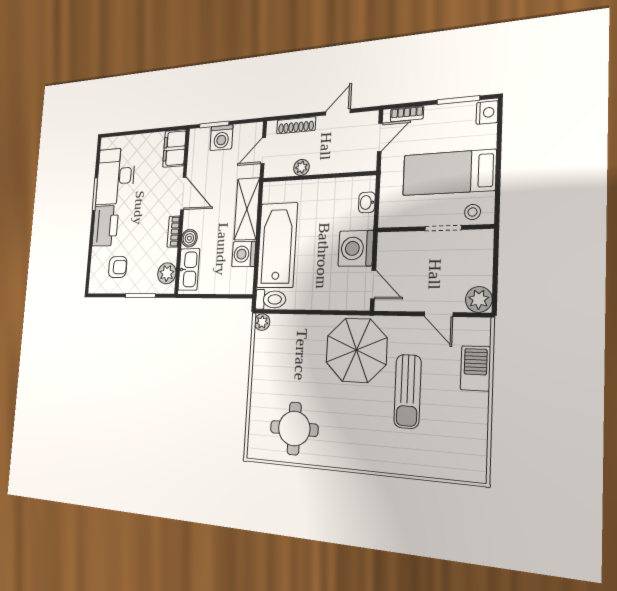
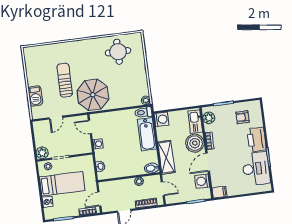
nightstand: (487, 112) -> (47, 202), moved
washing machine: (221, 138) -> (202, 181), moved, turned -90
filing cabinet: (174, 148) -> (219, 192), width x0.50
door: (263, 151) -> (163, 189), hinge flipped
bidet: (275, 191) -> (152, 168), added
door: (183, 194) -> (208, 162), hinge flipped
boiler: (189, 238) -> (195, 143), width x1.86, depth x1.86
bathtub: (277, 245) -> (147, 134), width x0.73, depth x0.73
washing machine: (356, 248) -> (98, 144), width x0.53, depth x0.53
washing machine: (244, 254) -> (162, 119), moved
plant: (479, 299) -> (42, 153), moved
door: (439, 314) -> (56, 118), swing flipped

